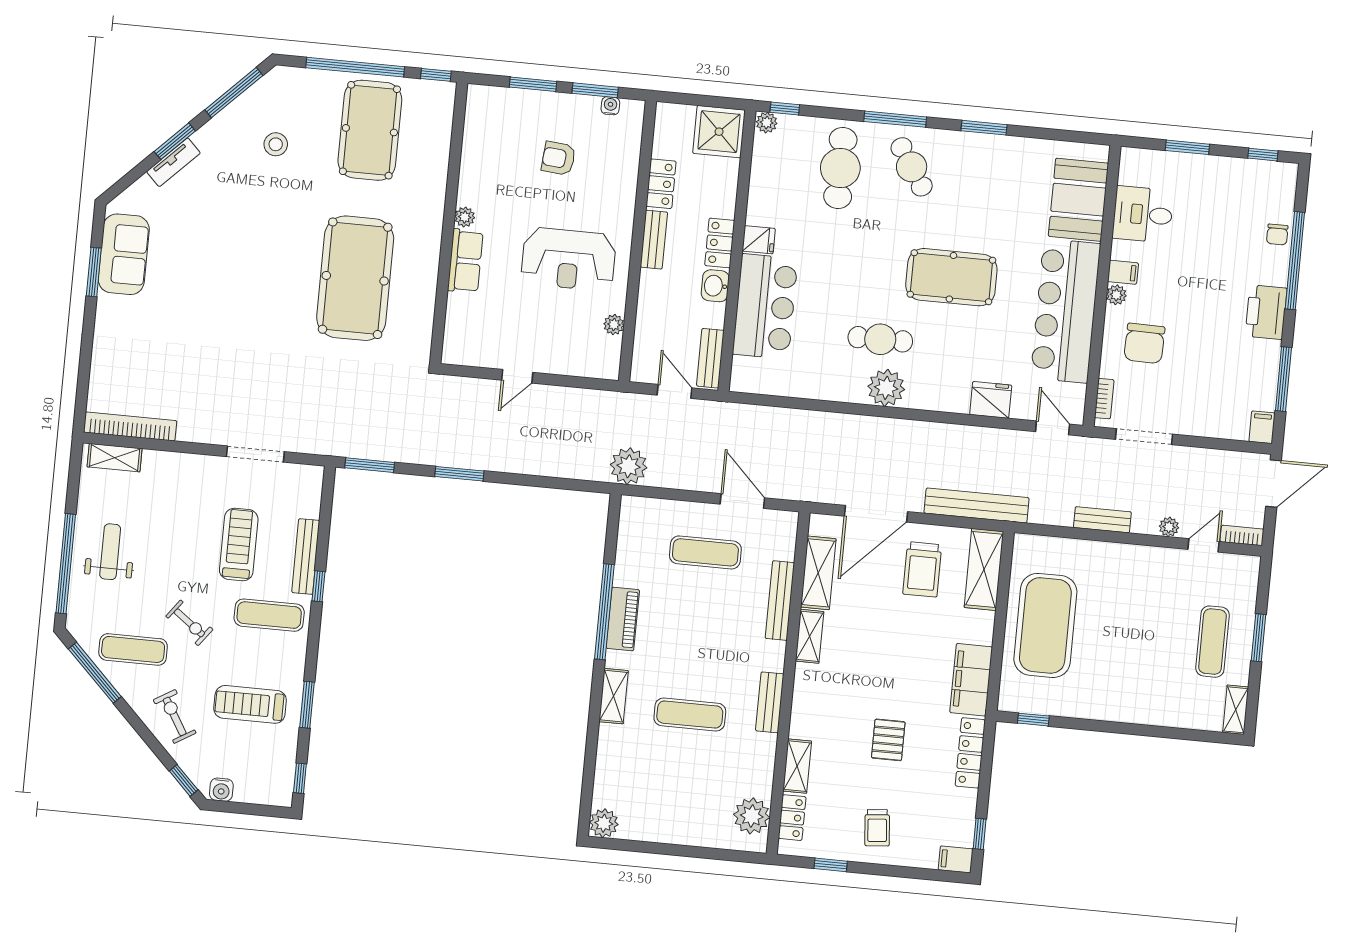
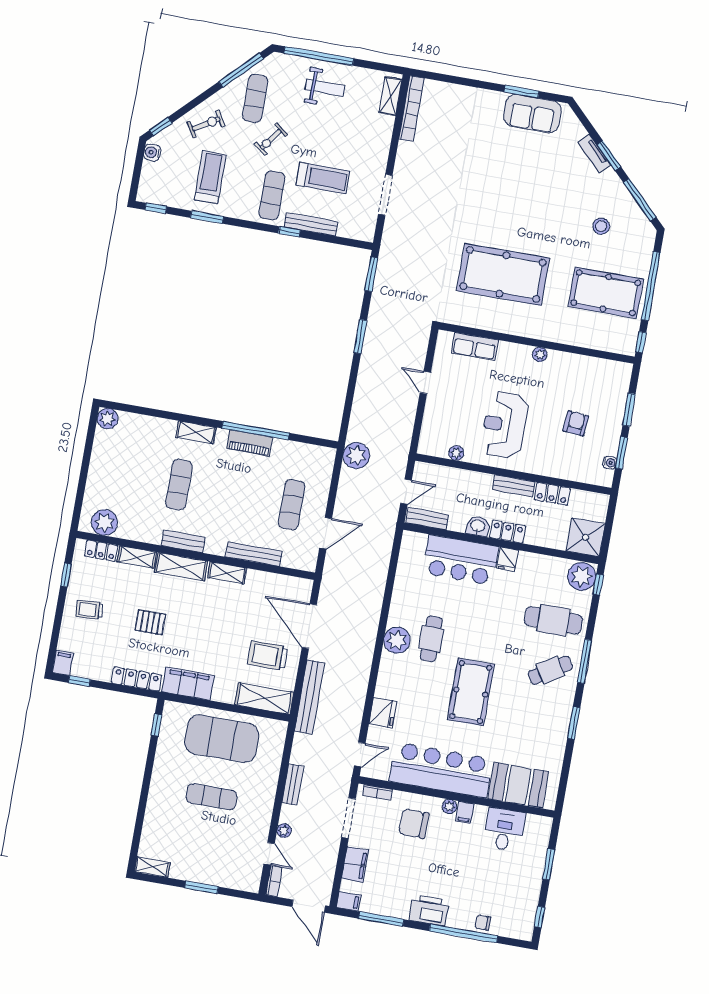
plant: (767, 123) -> (582, 576), width x1.87, depth x1.87
row of seats: (465, 261) -> (475, 346), moved
filing cabinet: (1209, 422) -> (355, 864), added
shelving: (818, 573) -> (181, 567), moved
exercise mat: (1212, 642) -> (212, 797), moved

